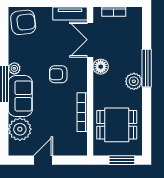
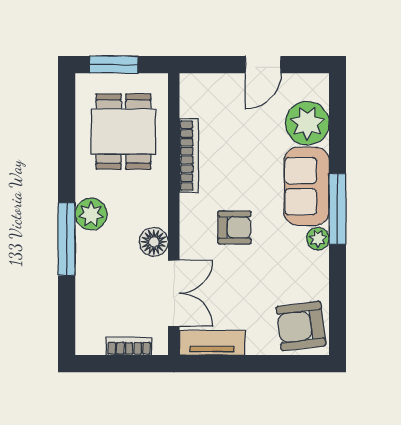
dining table: (117, 125) -> (123, 131), turned 90

